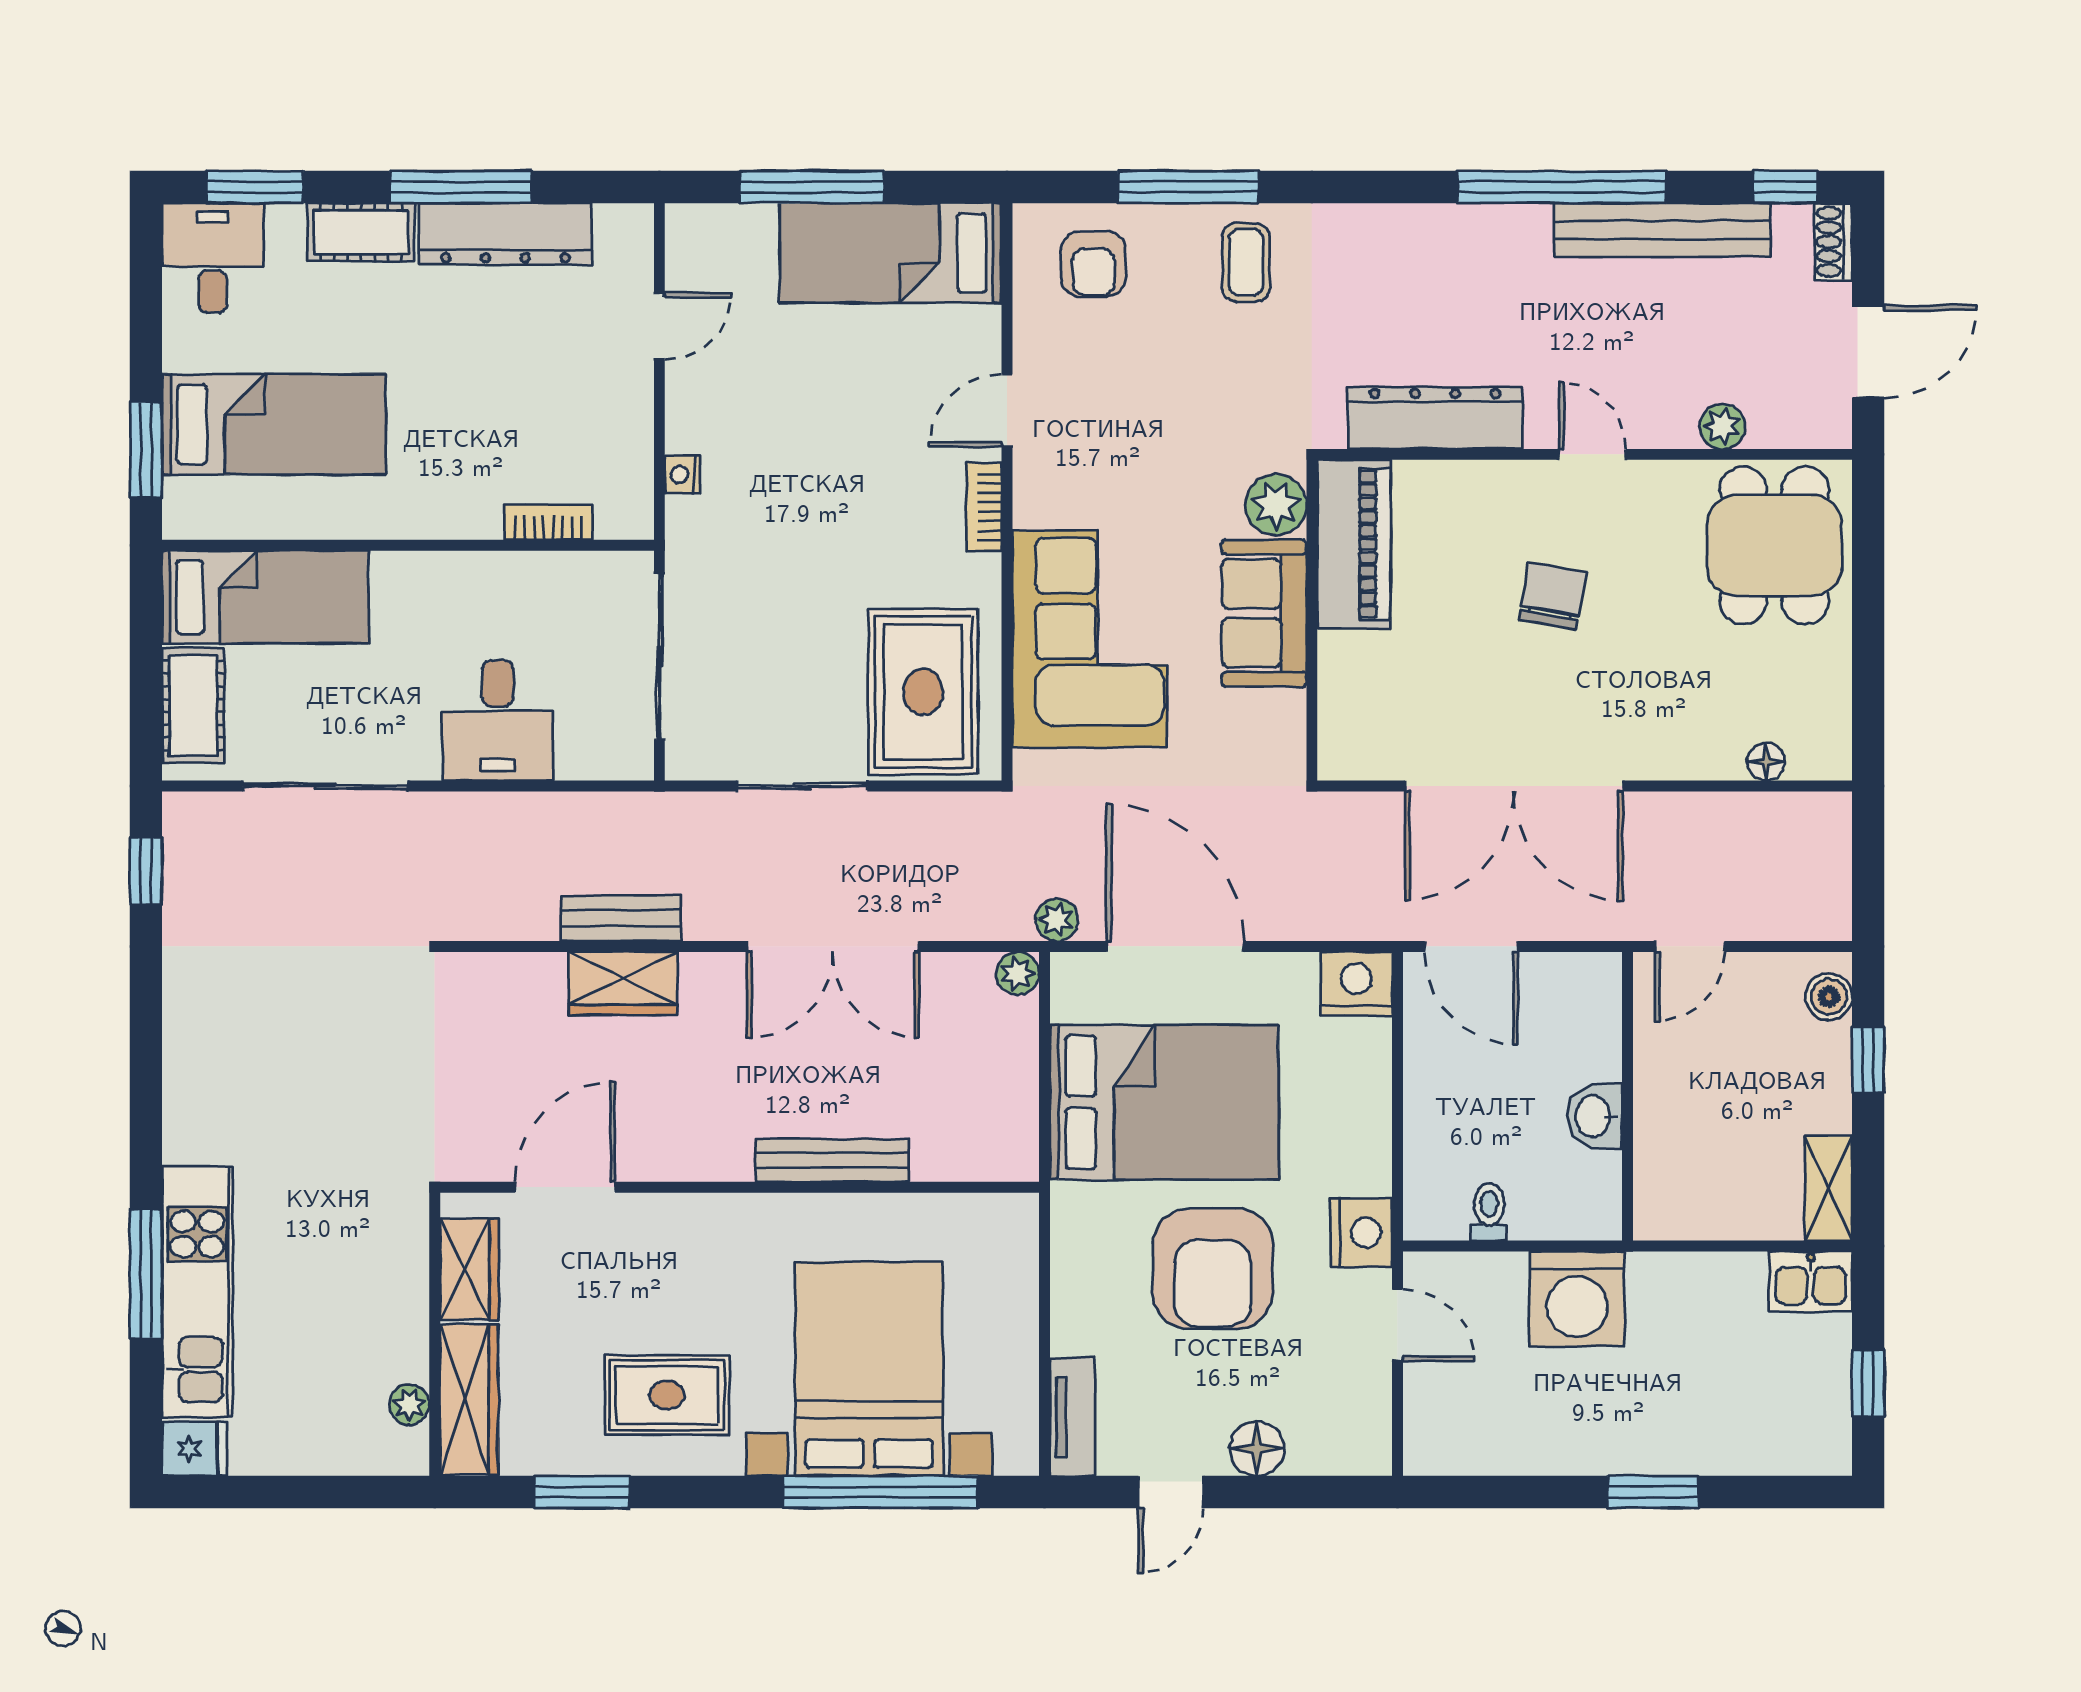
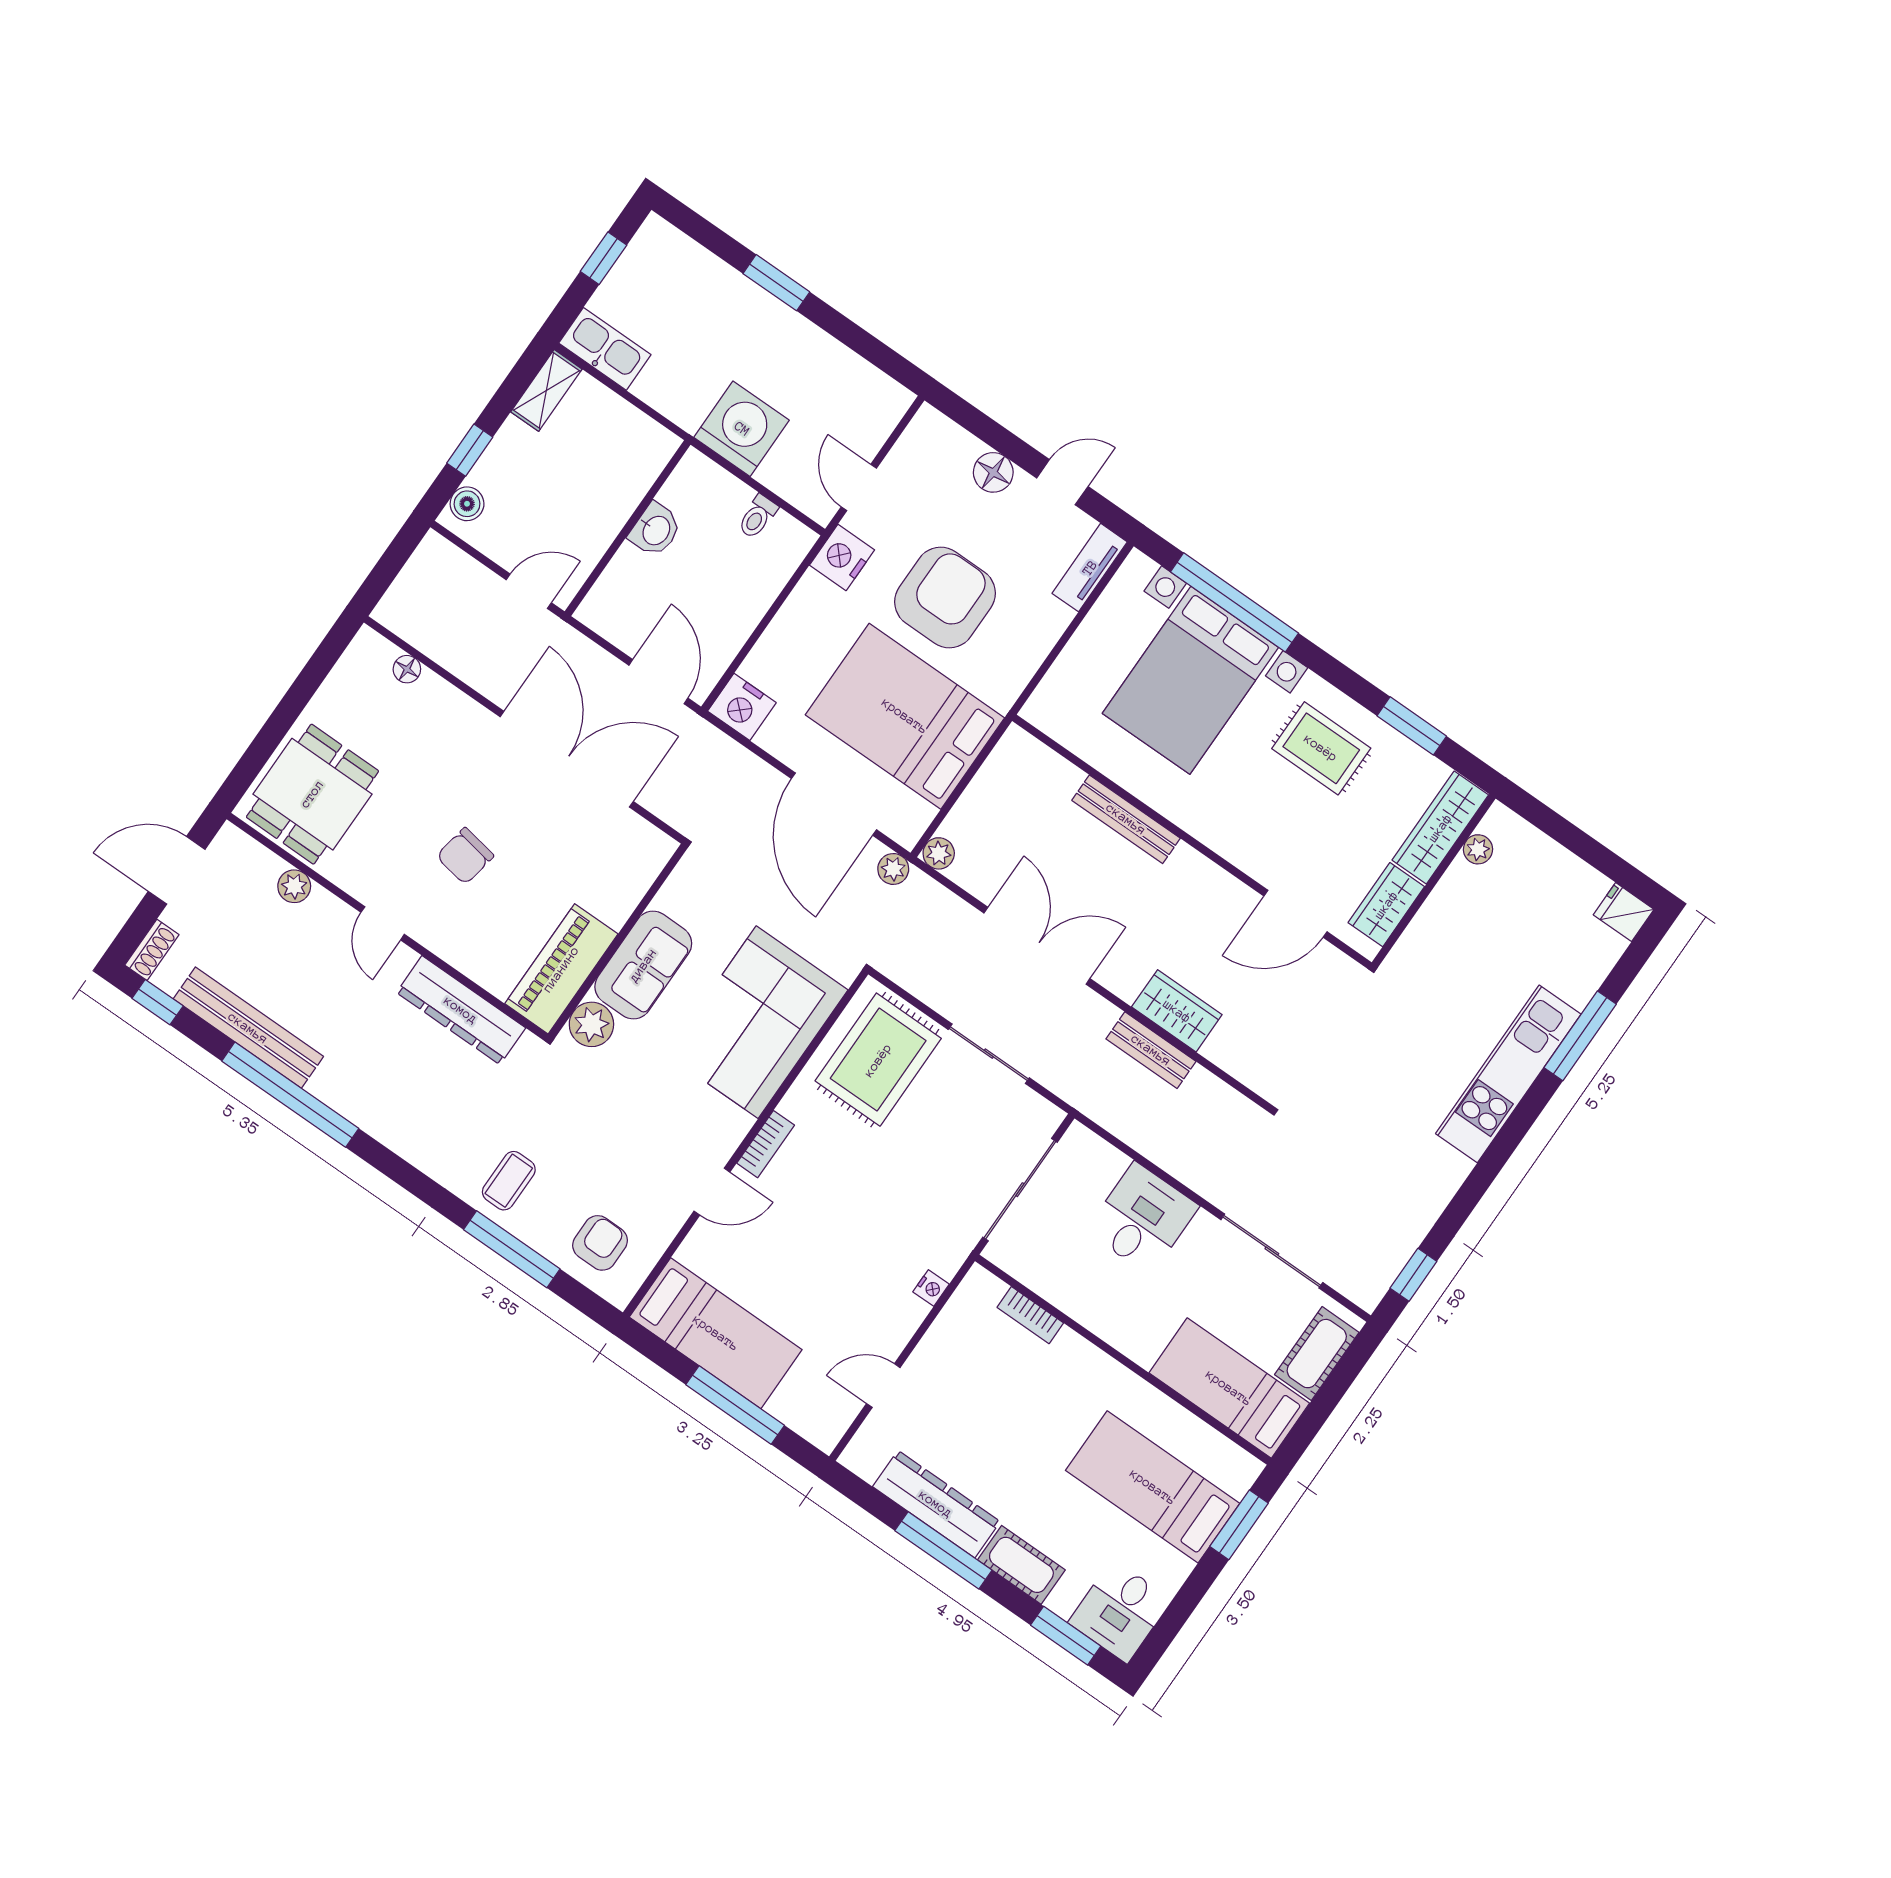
kitchen sink: (1811, 1281) -> (605, 349), width x1.38
kitchen unit: (197, 1292) -> (1508, 1074), moved

